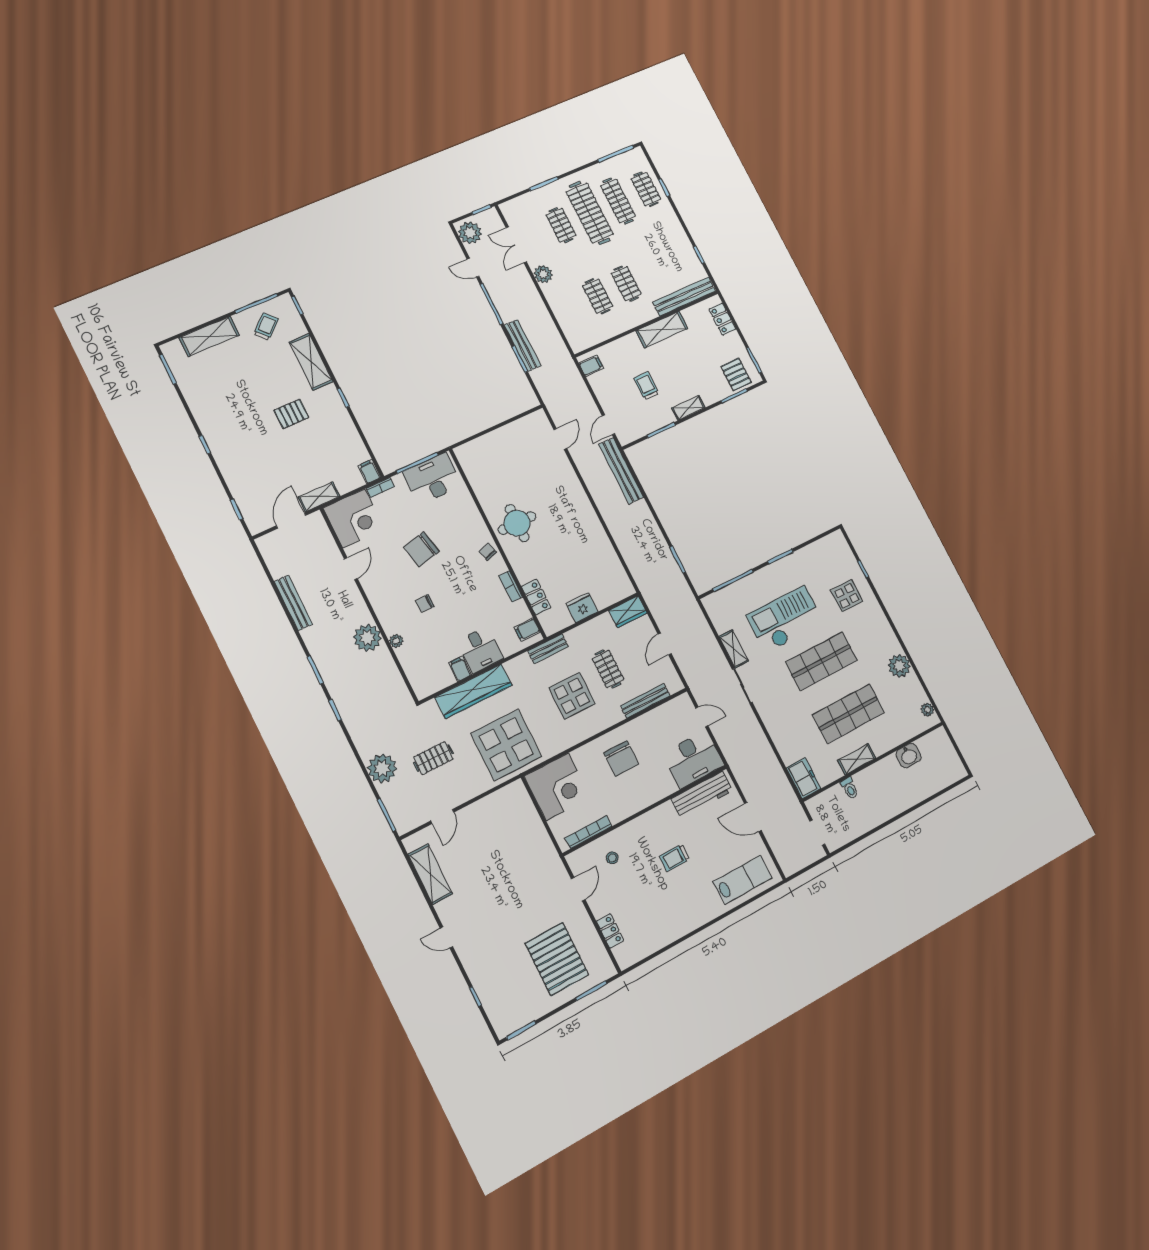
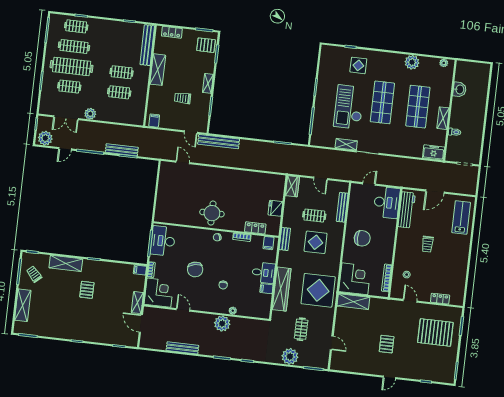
shelving: (430, 874) -> (353, 302), moved
pallet: (493, 899) -> (387, 344), added

